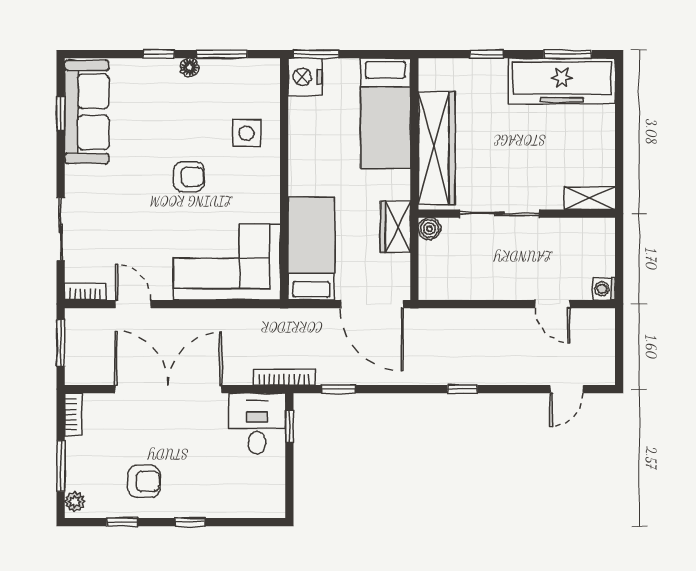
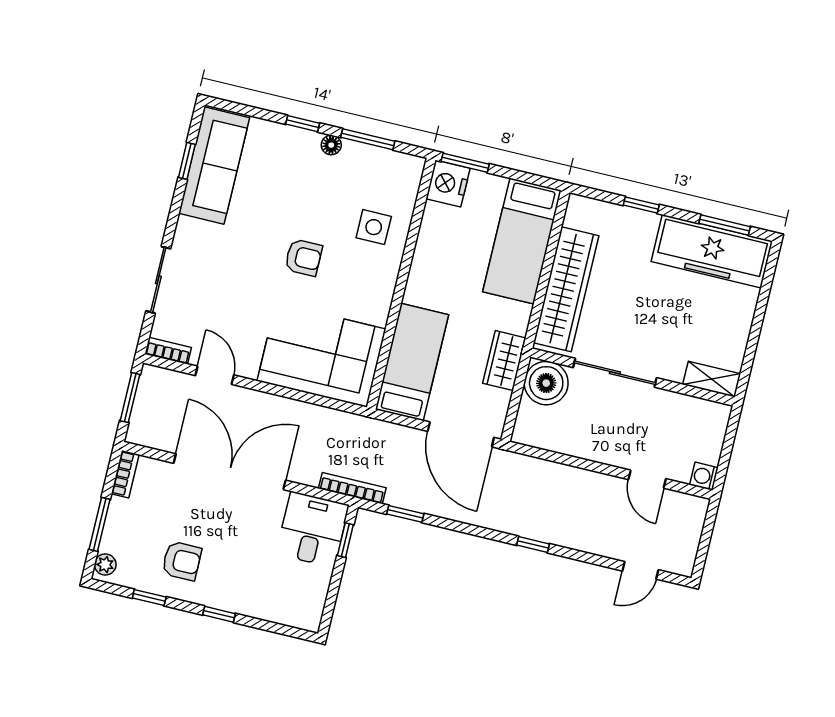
boiler: (429, 229) -> (546, 383), width x1.86, depth x1.86

